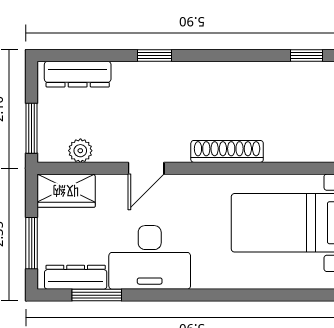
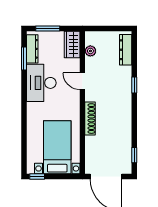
window: (32, 128) -> (101, 29), removed

